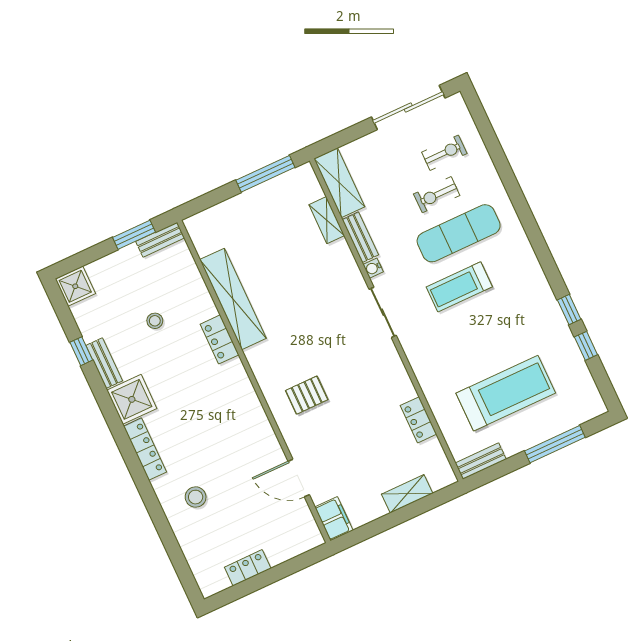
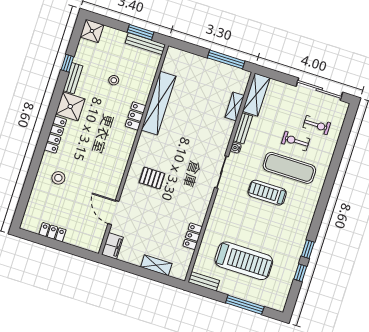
bench: (160, 240) -> (145, 44), width x1.36

